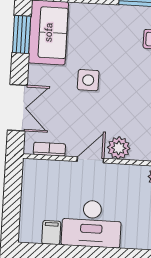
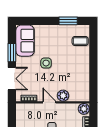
window: (22, 34) -> (12, 53), moved
door: (90, 160) -> (49, 102), hinge flipped

